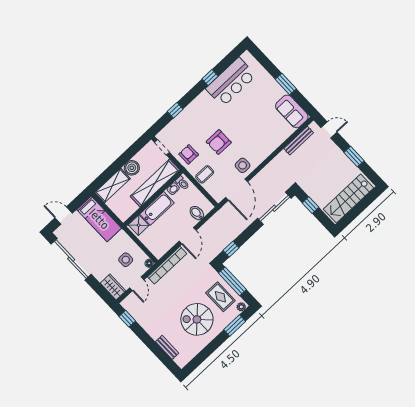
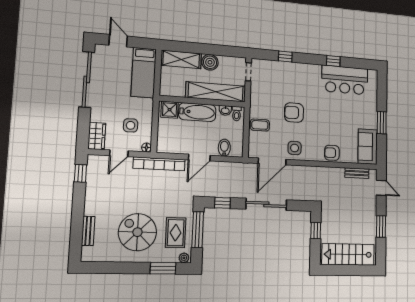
bench: (299, 141) -> (357, 173), width x0.73
armchair: (189, 154) -> (332, 153), moved, turned -90
sliding door: (274, 208) -> (266, 204), moved

